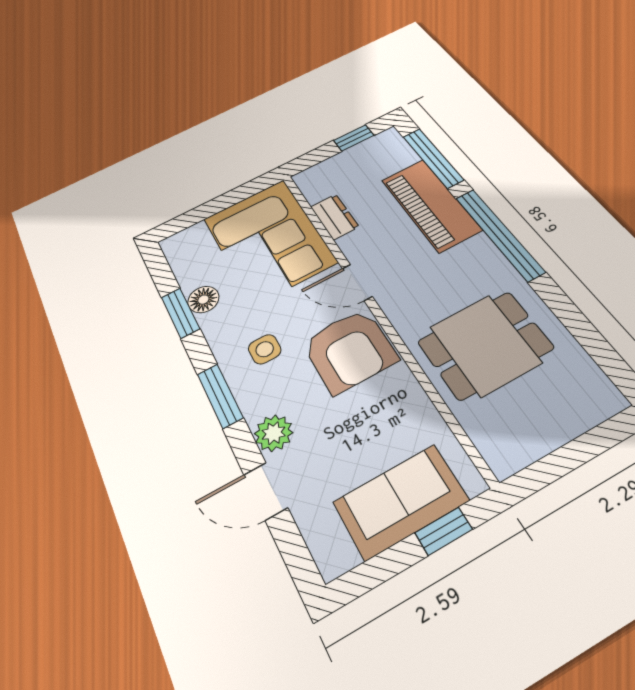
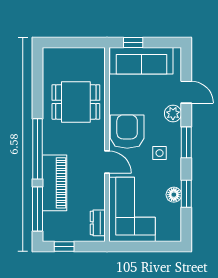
dresser: (335, 217) -> (98, 223), moved
sofa: (401, 501) -> (141, 61), width x1.36

